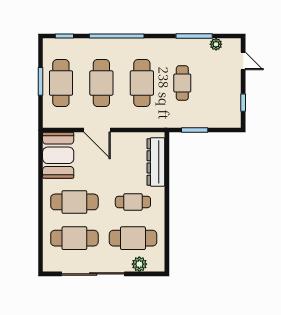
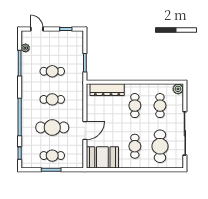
door: (243, 61) -> (37, 29), hinge flipped
cafe table: (61, 83) -> (52, 156), width x0.73, depth x0.74
cafe table: (142, 83) -> (52, 99), width x0.73, depth x0.74
cafe table: (74, 202) -> (135, 146), width x0.73, depth x0.74
cafe table: (133, 238) -> (160, 106), width x0.73, depth x0.74
plant: (139, 264) -> (178, 89), moved

